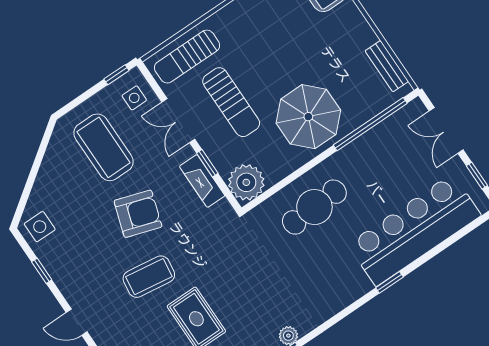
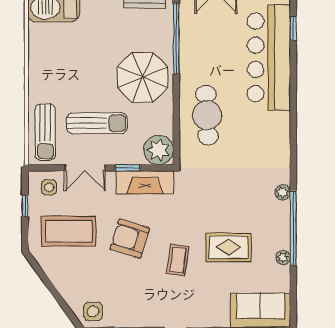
window: (116, 75) -> (25, 206), moved
fireplace: (202, 181) -> (145, 182), width x1.37, depth x1.32
armchair: (138, 214) -> (130, 238), turned -91
coffee table: (149, 277) -> (178, 260), width x0.73, depth x0.77
window: (389, 282) -> (293, 28), moved

